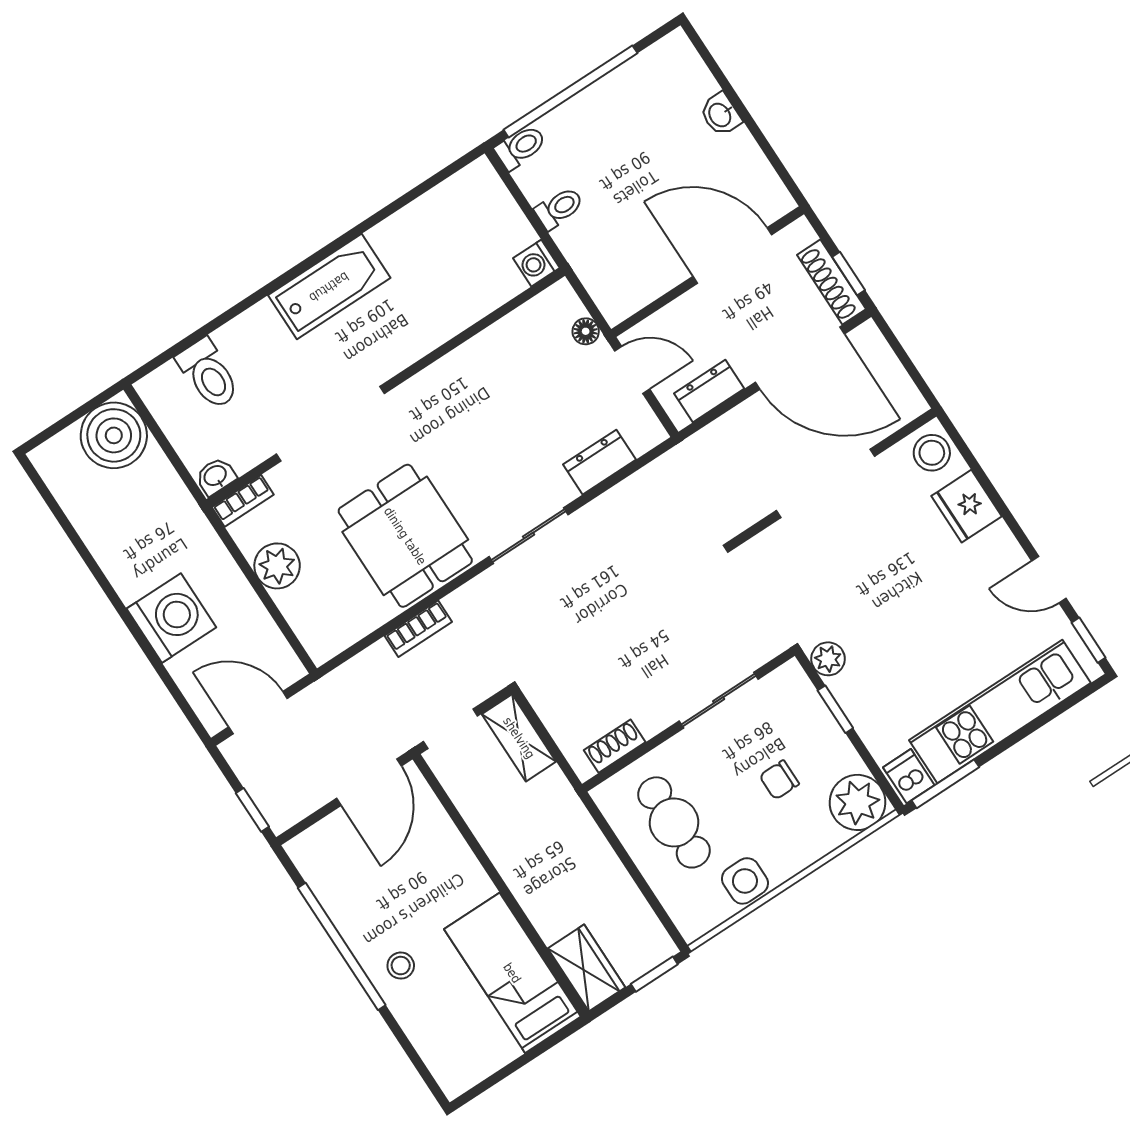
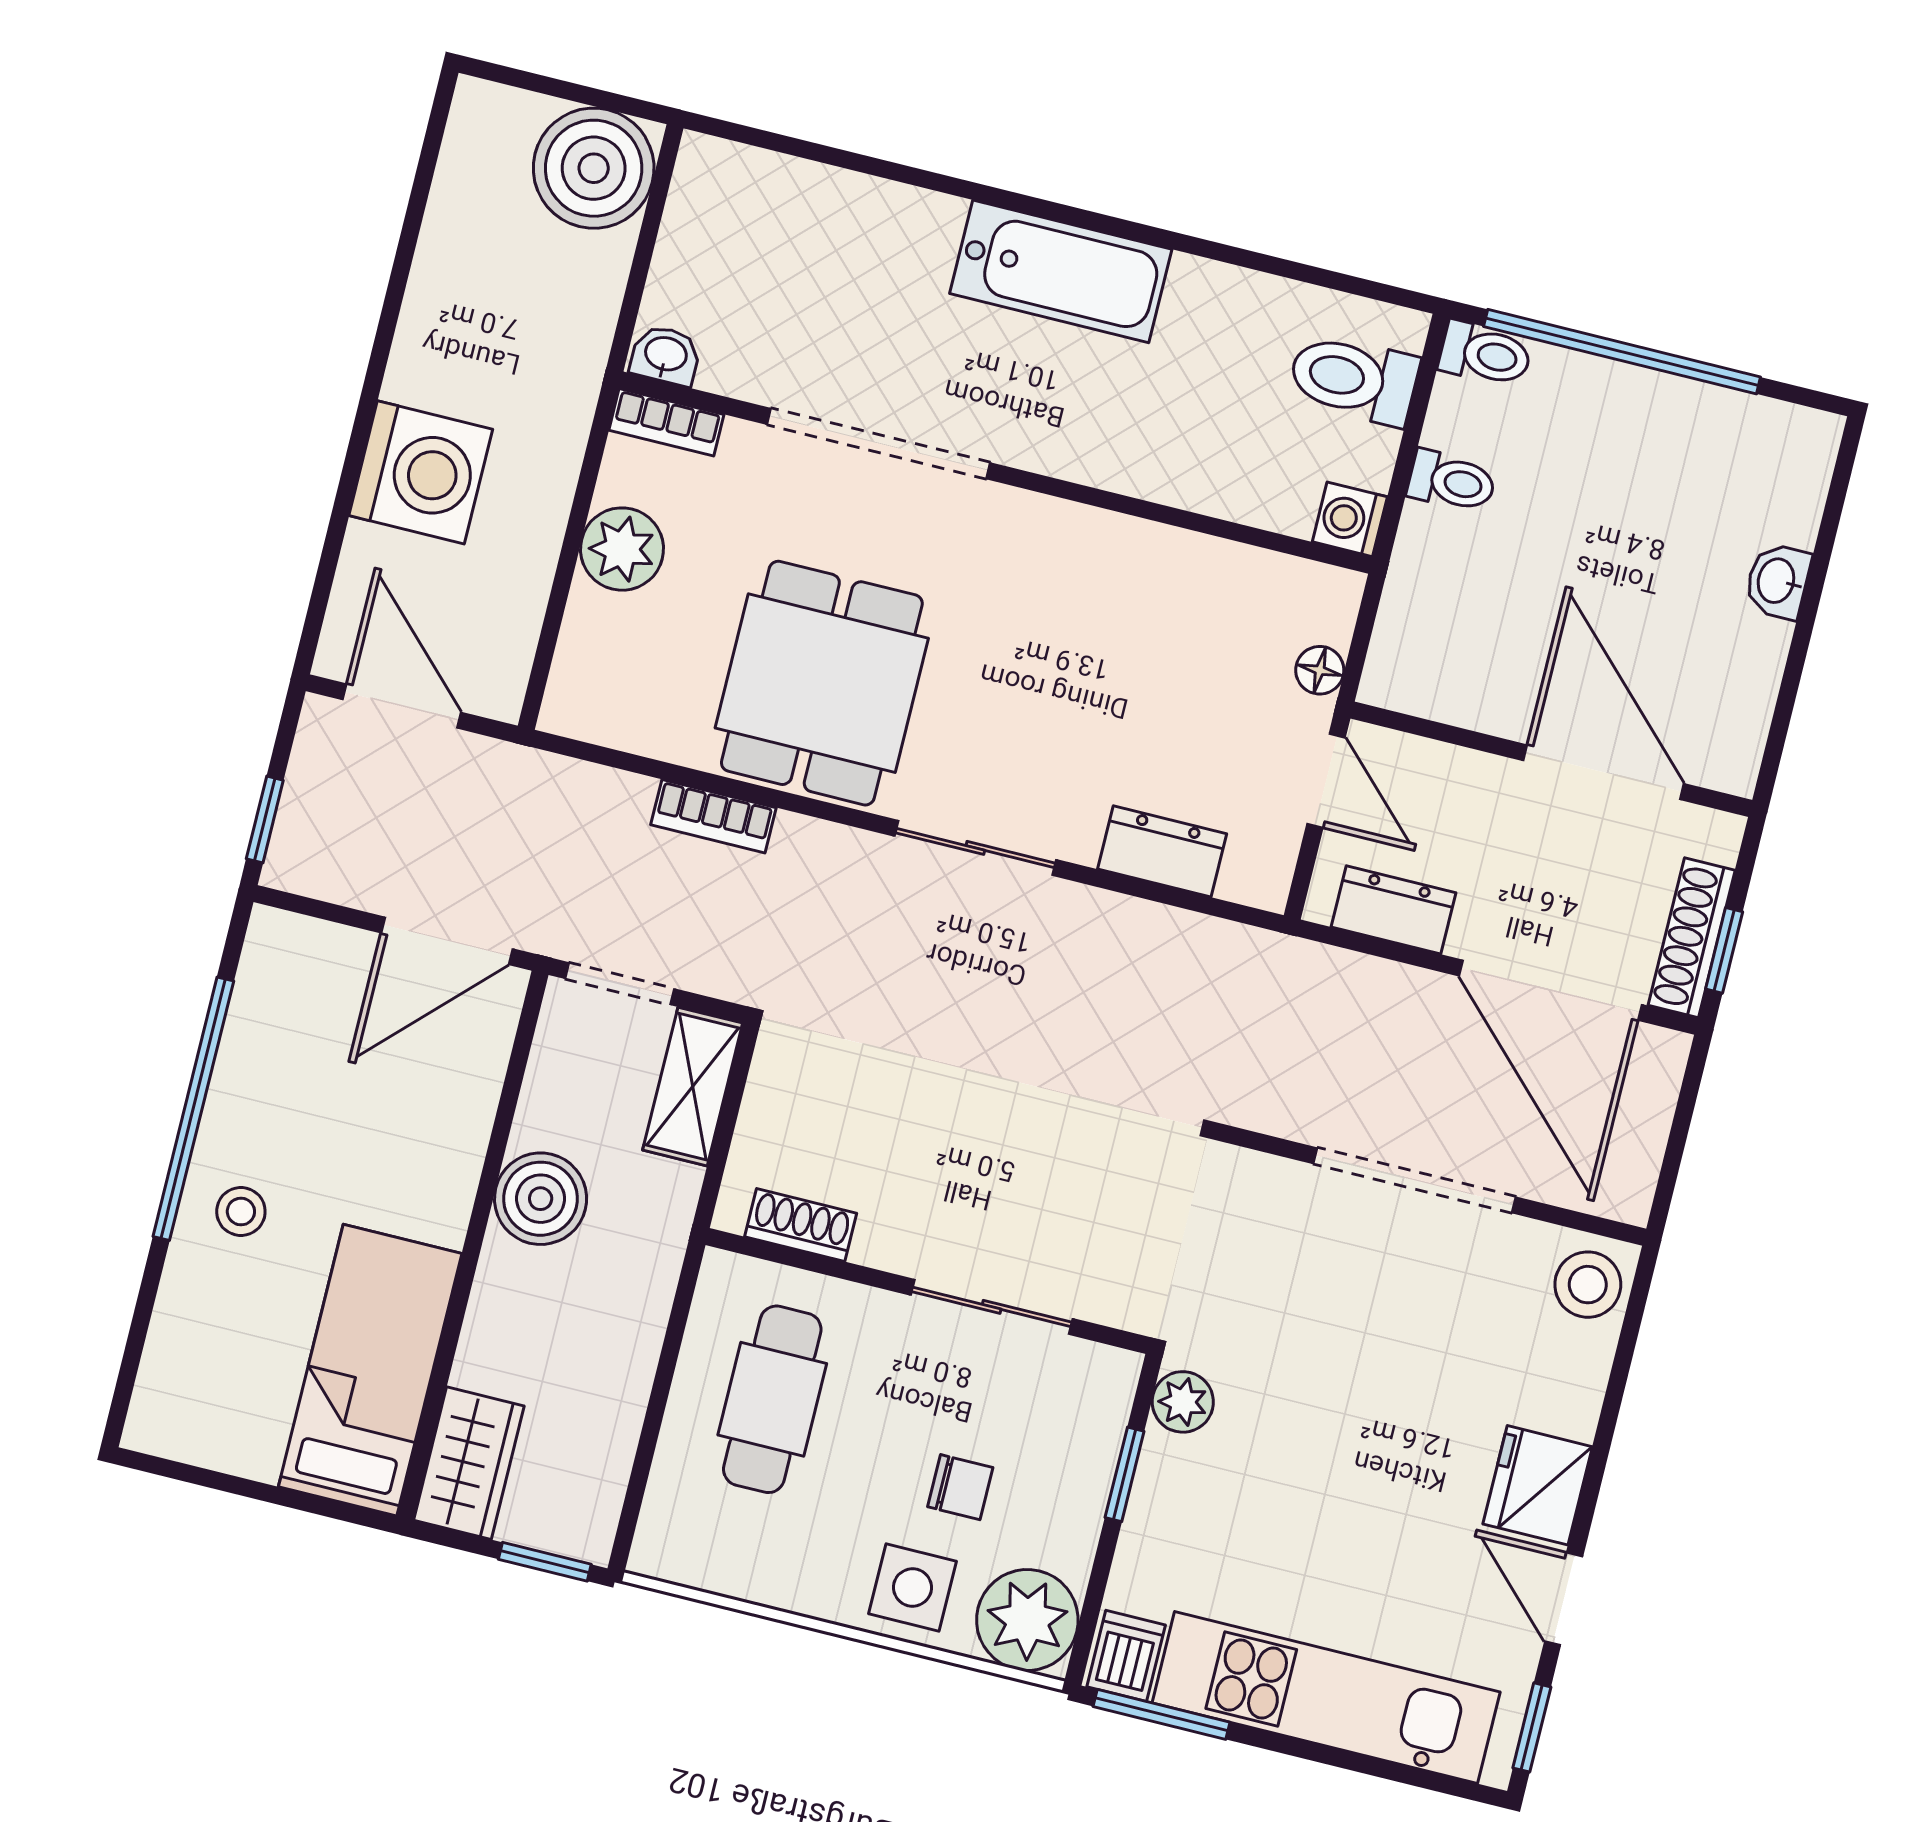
toilet: (208, 374) -> (1354, 379), moved, turned 90
fridge: (966, 506) -> (1538, 1485), moved
chair: (779, 780) -> (960, 1487), turned 180
boiler: (507, 841) -> (541, 1199), added
side table: (745, 881) -> (912, 1588), moved

